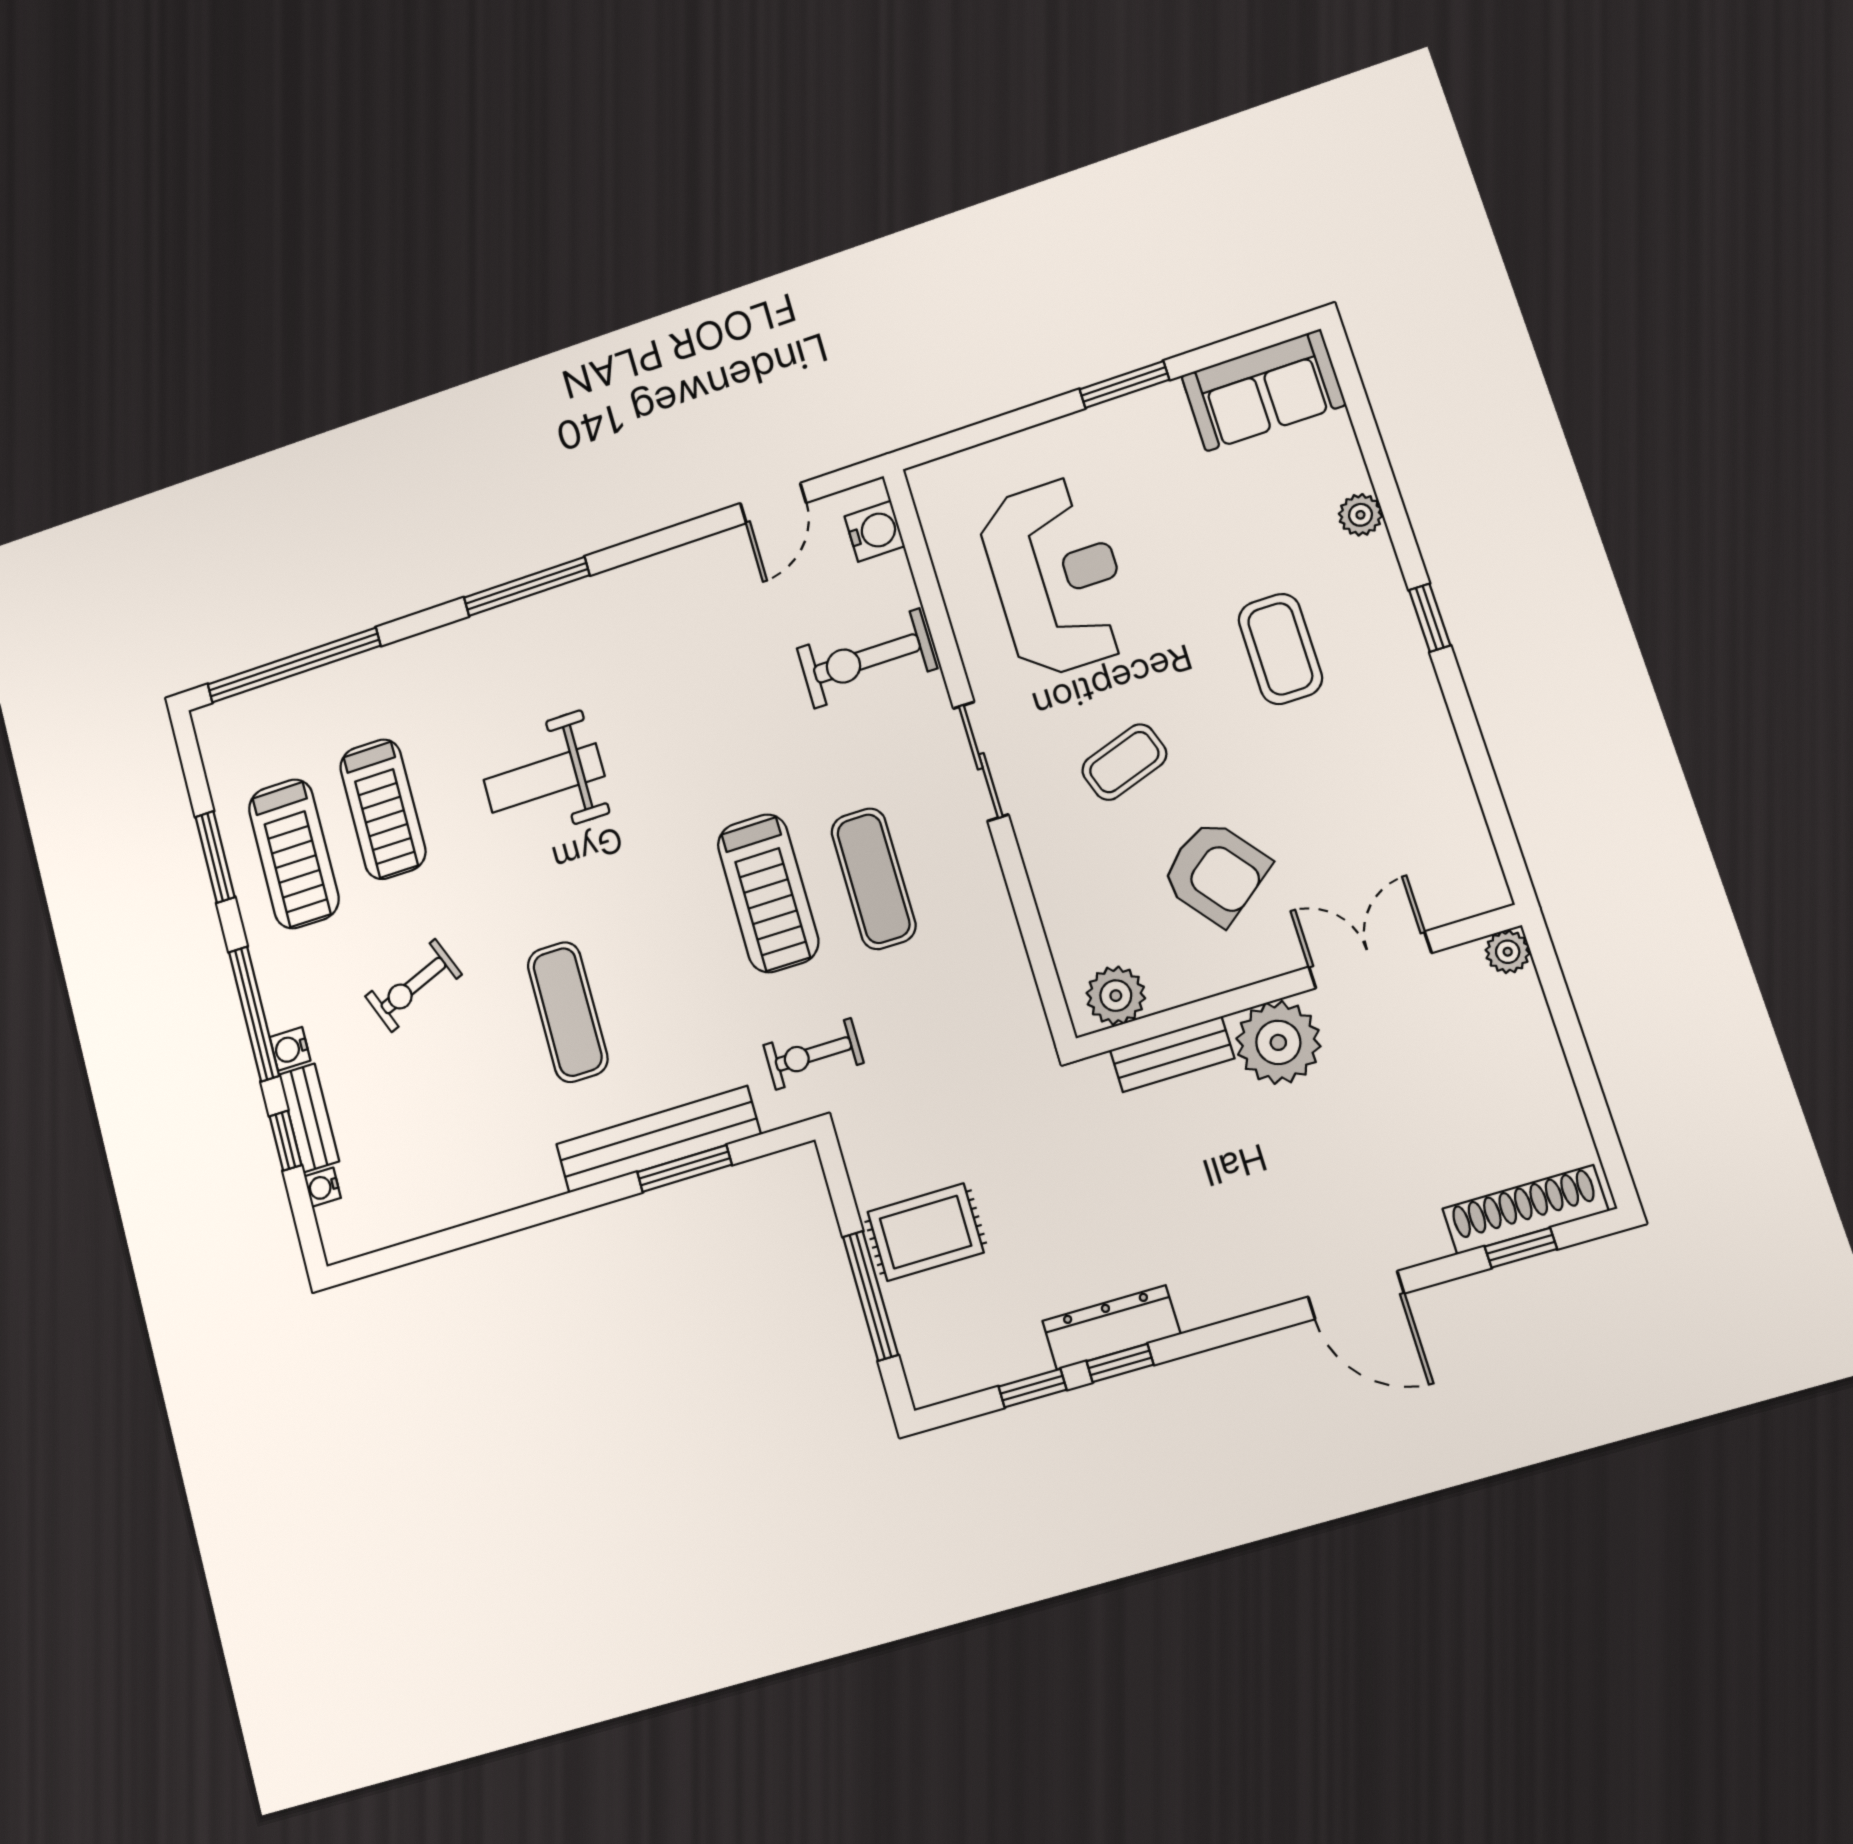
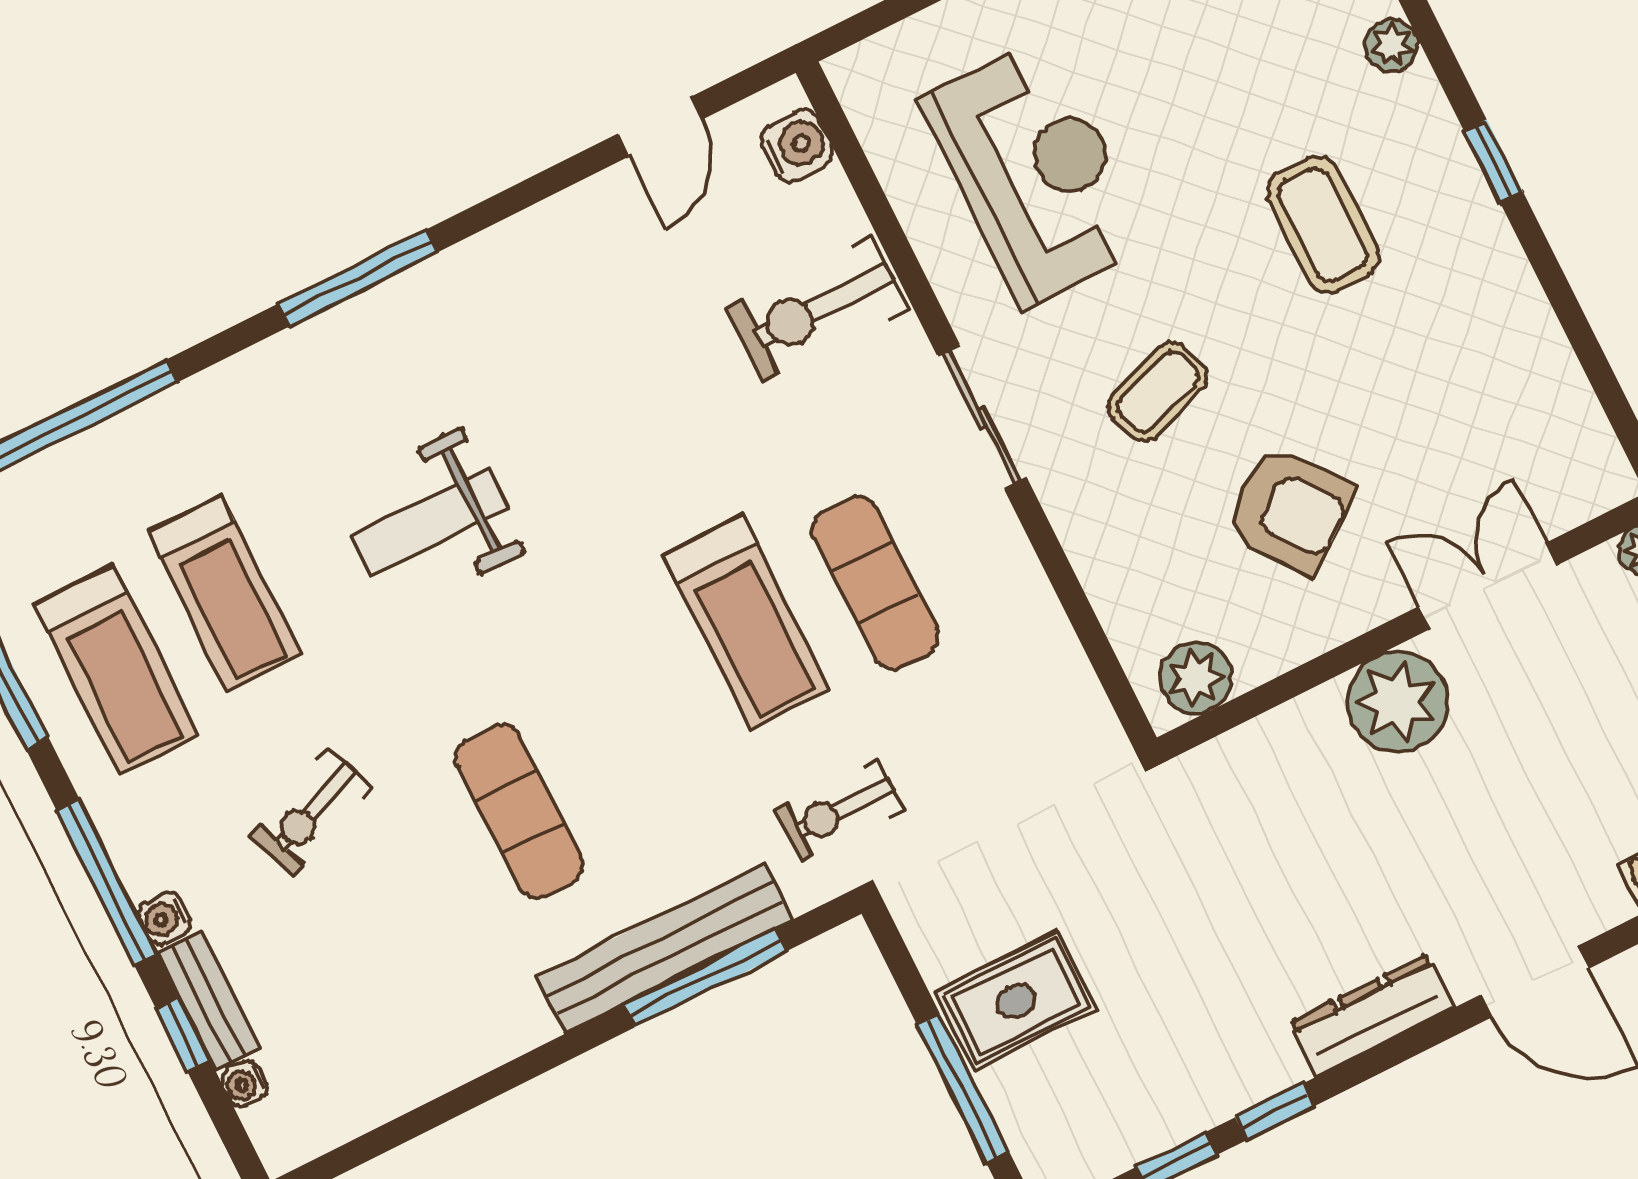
bench: (1172, 1054) -> (1275, 737), removed
window: (684, 1168) -> (705, 978), width x1.44
dresser: (1111, 1328) -> (1372, 1015), moved

